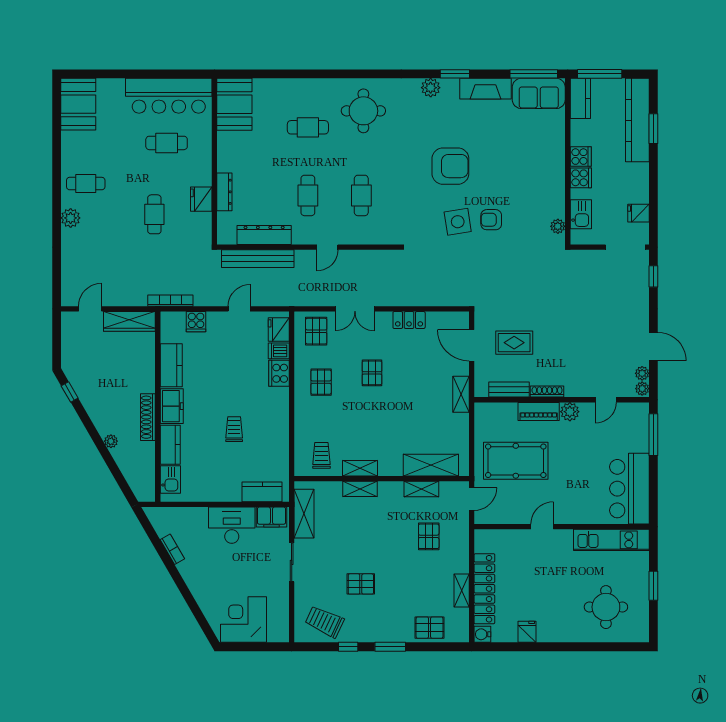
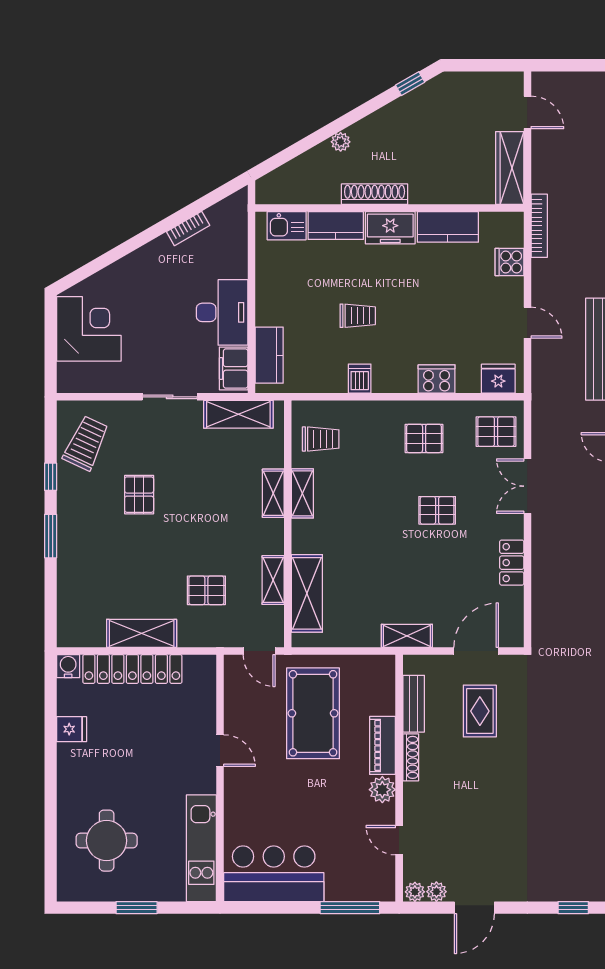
dishwasher: (279, 351) -> (360, 379), moved
shelving: (462, 591) -> (142, 633), width x1.50, depth x1.33
pallet: (430, 628) -> (78, 592), removed

